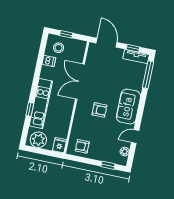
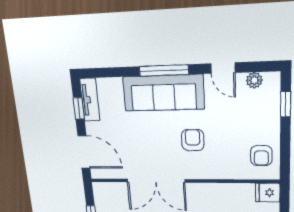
door: (107, 43) -> (84, 152), swing flipped
window: (148, 75) -> (164, 70), moved
sofa: (128, 107) -> (163, 93), width x1.36

